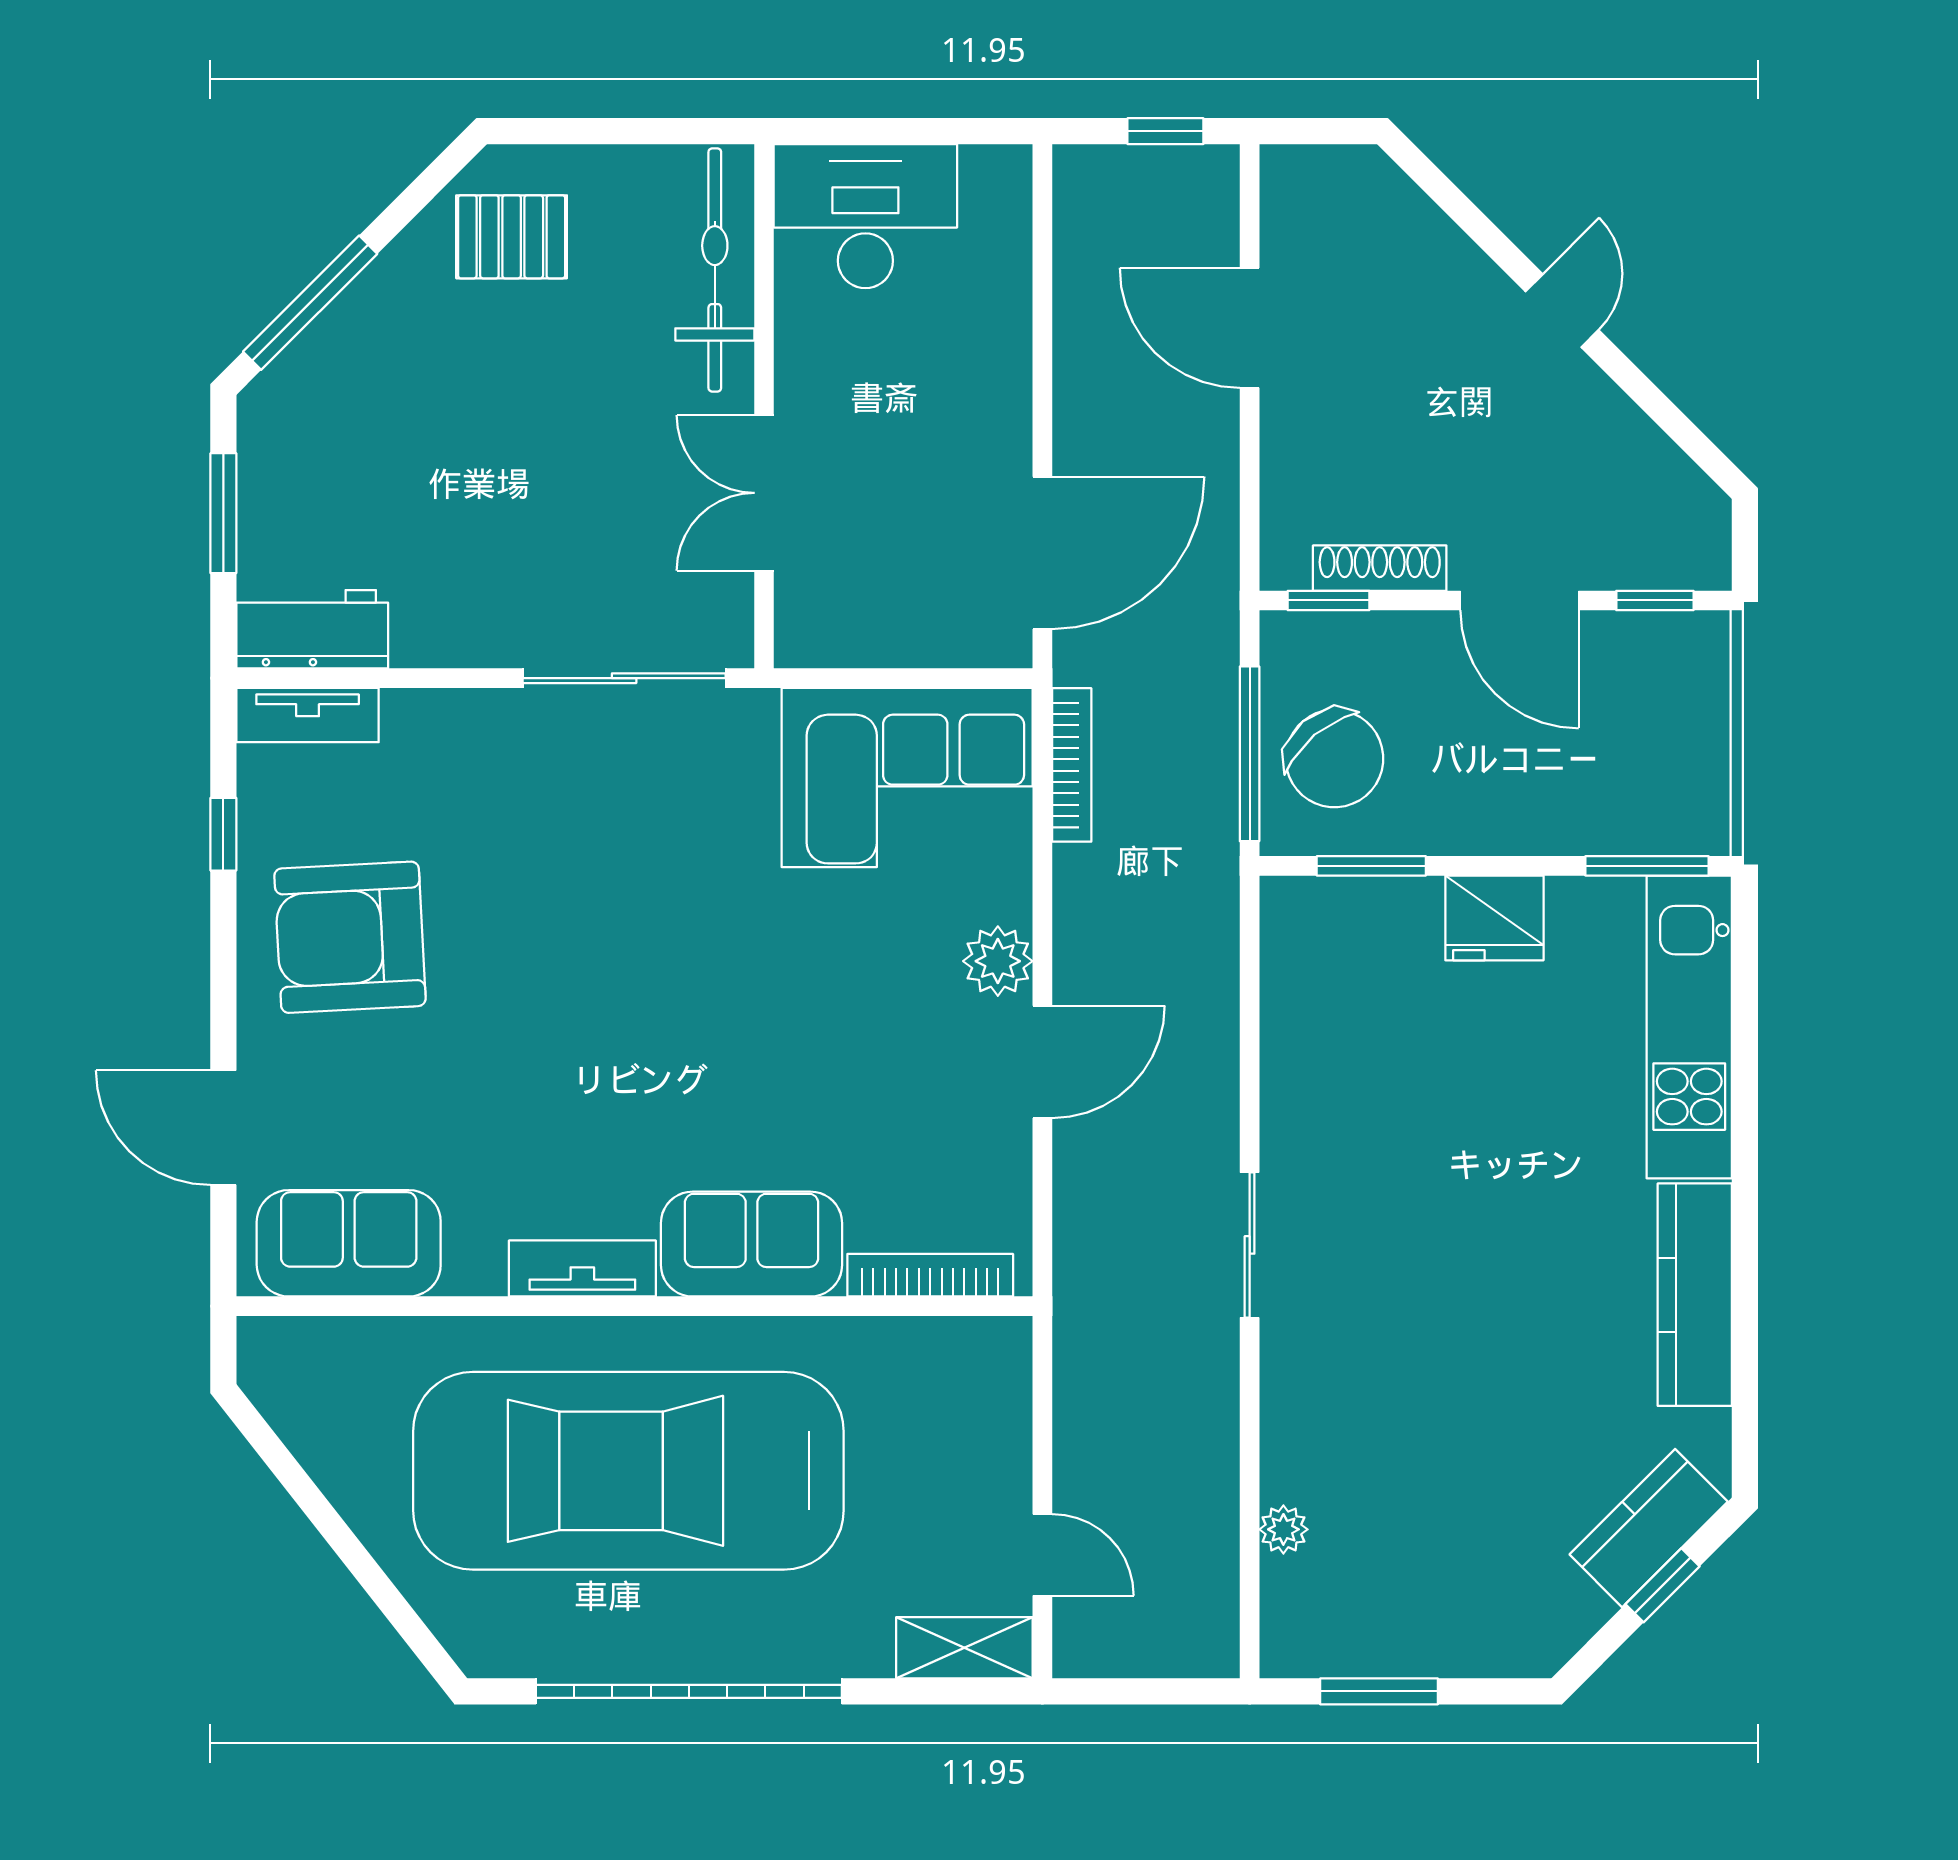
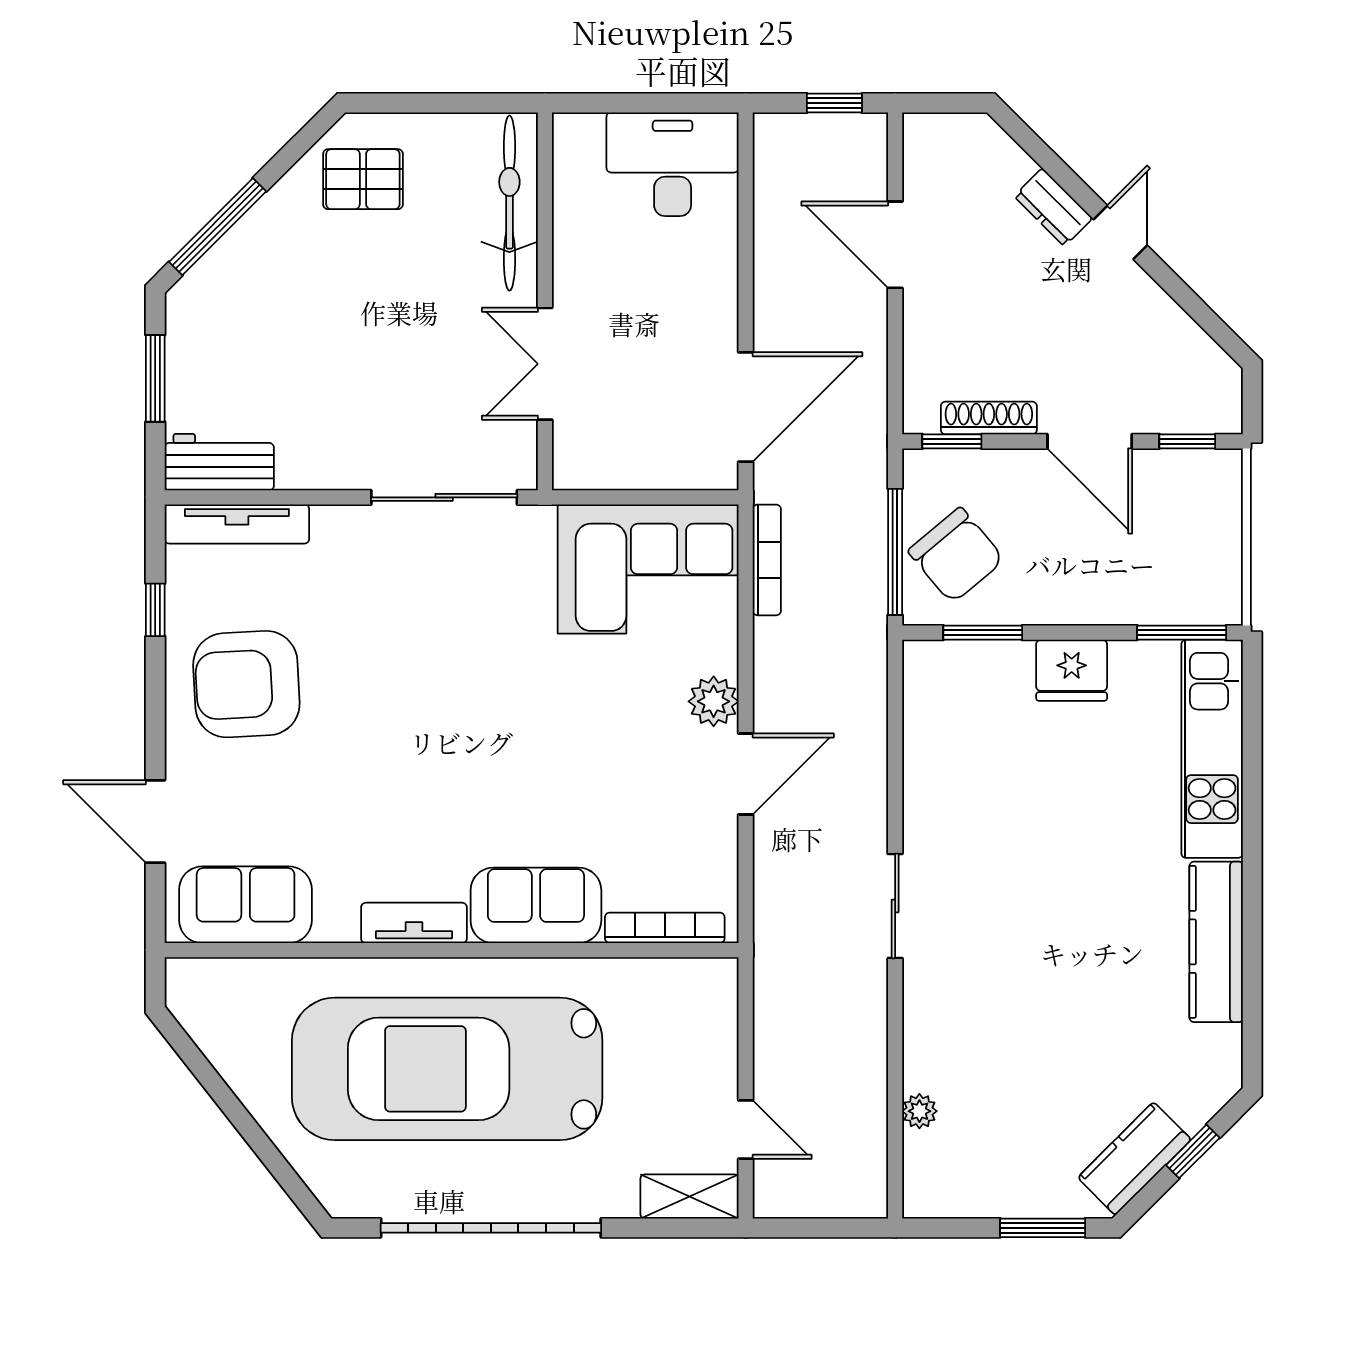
desk: (865, 216) -> (673, 164), moved
dresser: (1469, 276) -> (1053, 207), added
tv unit: (308, 715) -> (237, 524), width x1.41
kitchen counter: (1649, 1528) -> (1134, 1159), moved
window: (1379, 1691) -> (1043, 1228), moved

